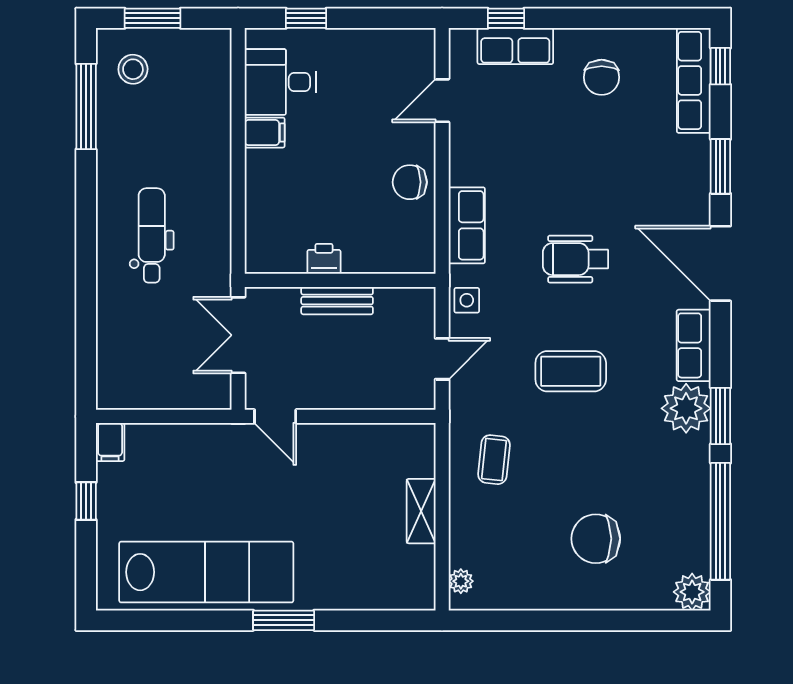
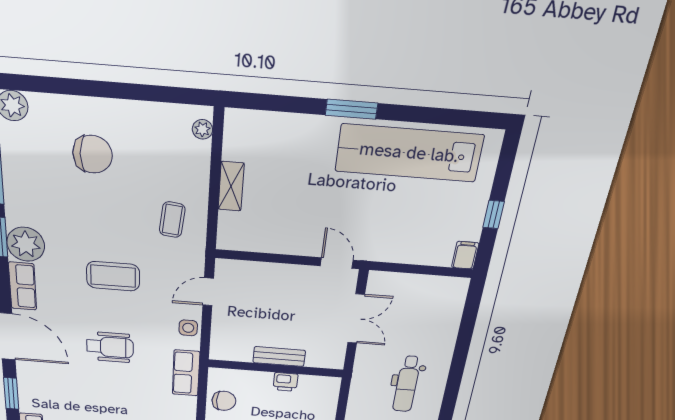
printer: (324, 259) -> (285, 382), moved
wall: (340, 280) -> (276, 368), moved
bench: (337, 301) -> (279, 357), moved

